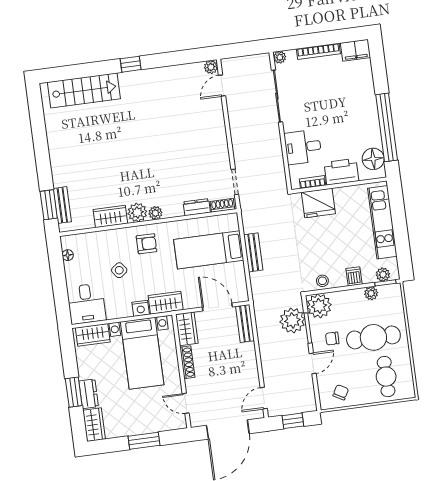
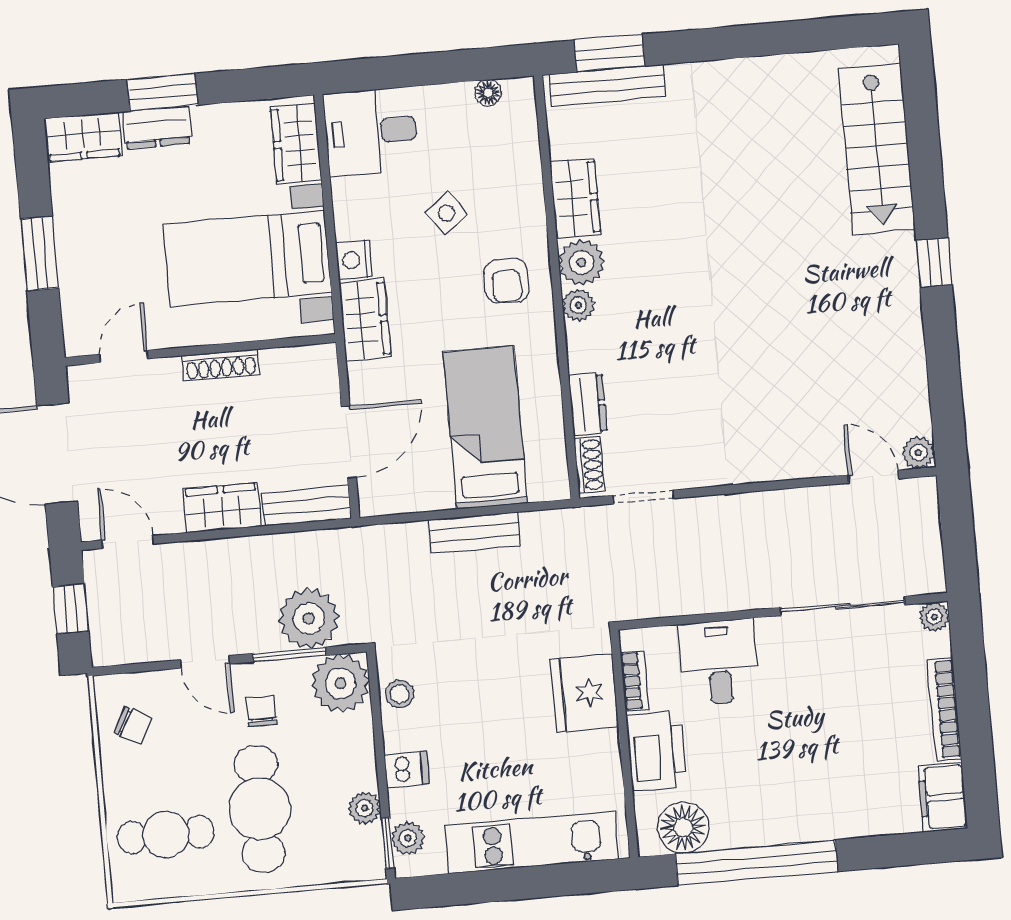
bench: (62, 205) -> (607, 85), width x1.36
wardrobe: (187, 329) -> (222, 508), moved, turned 180

